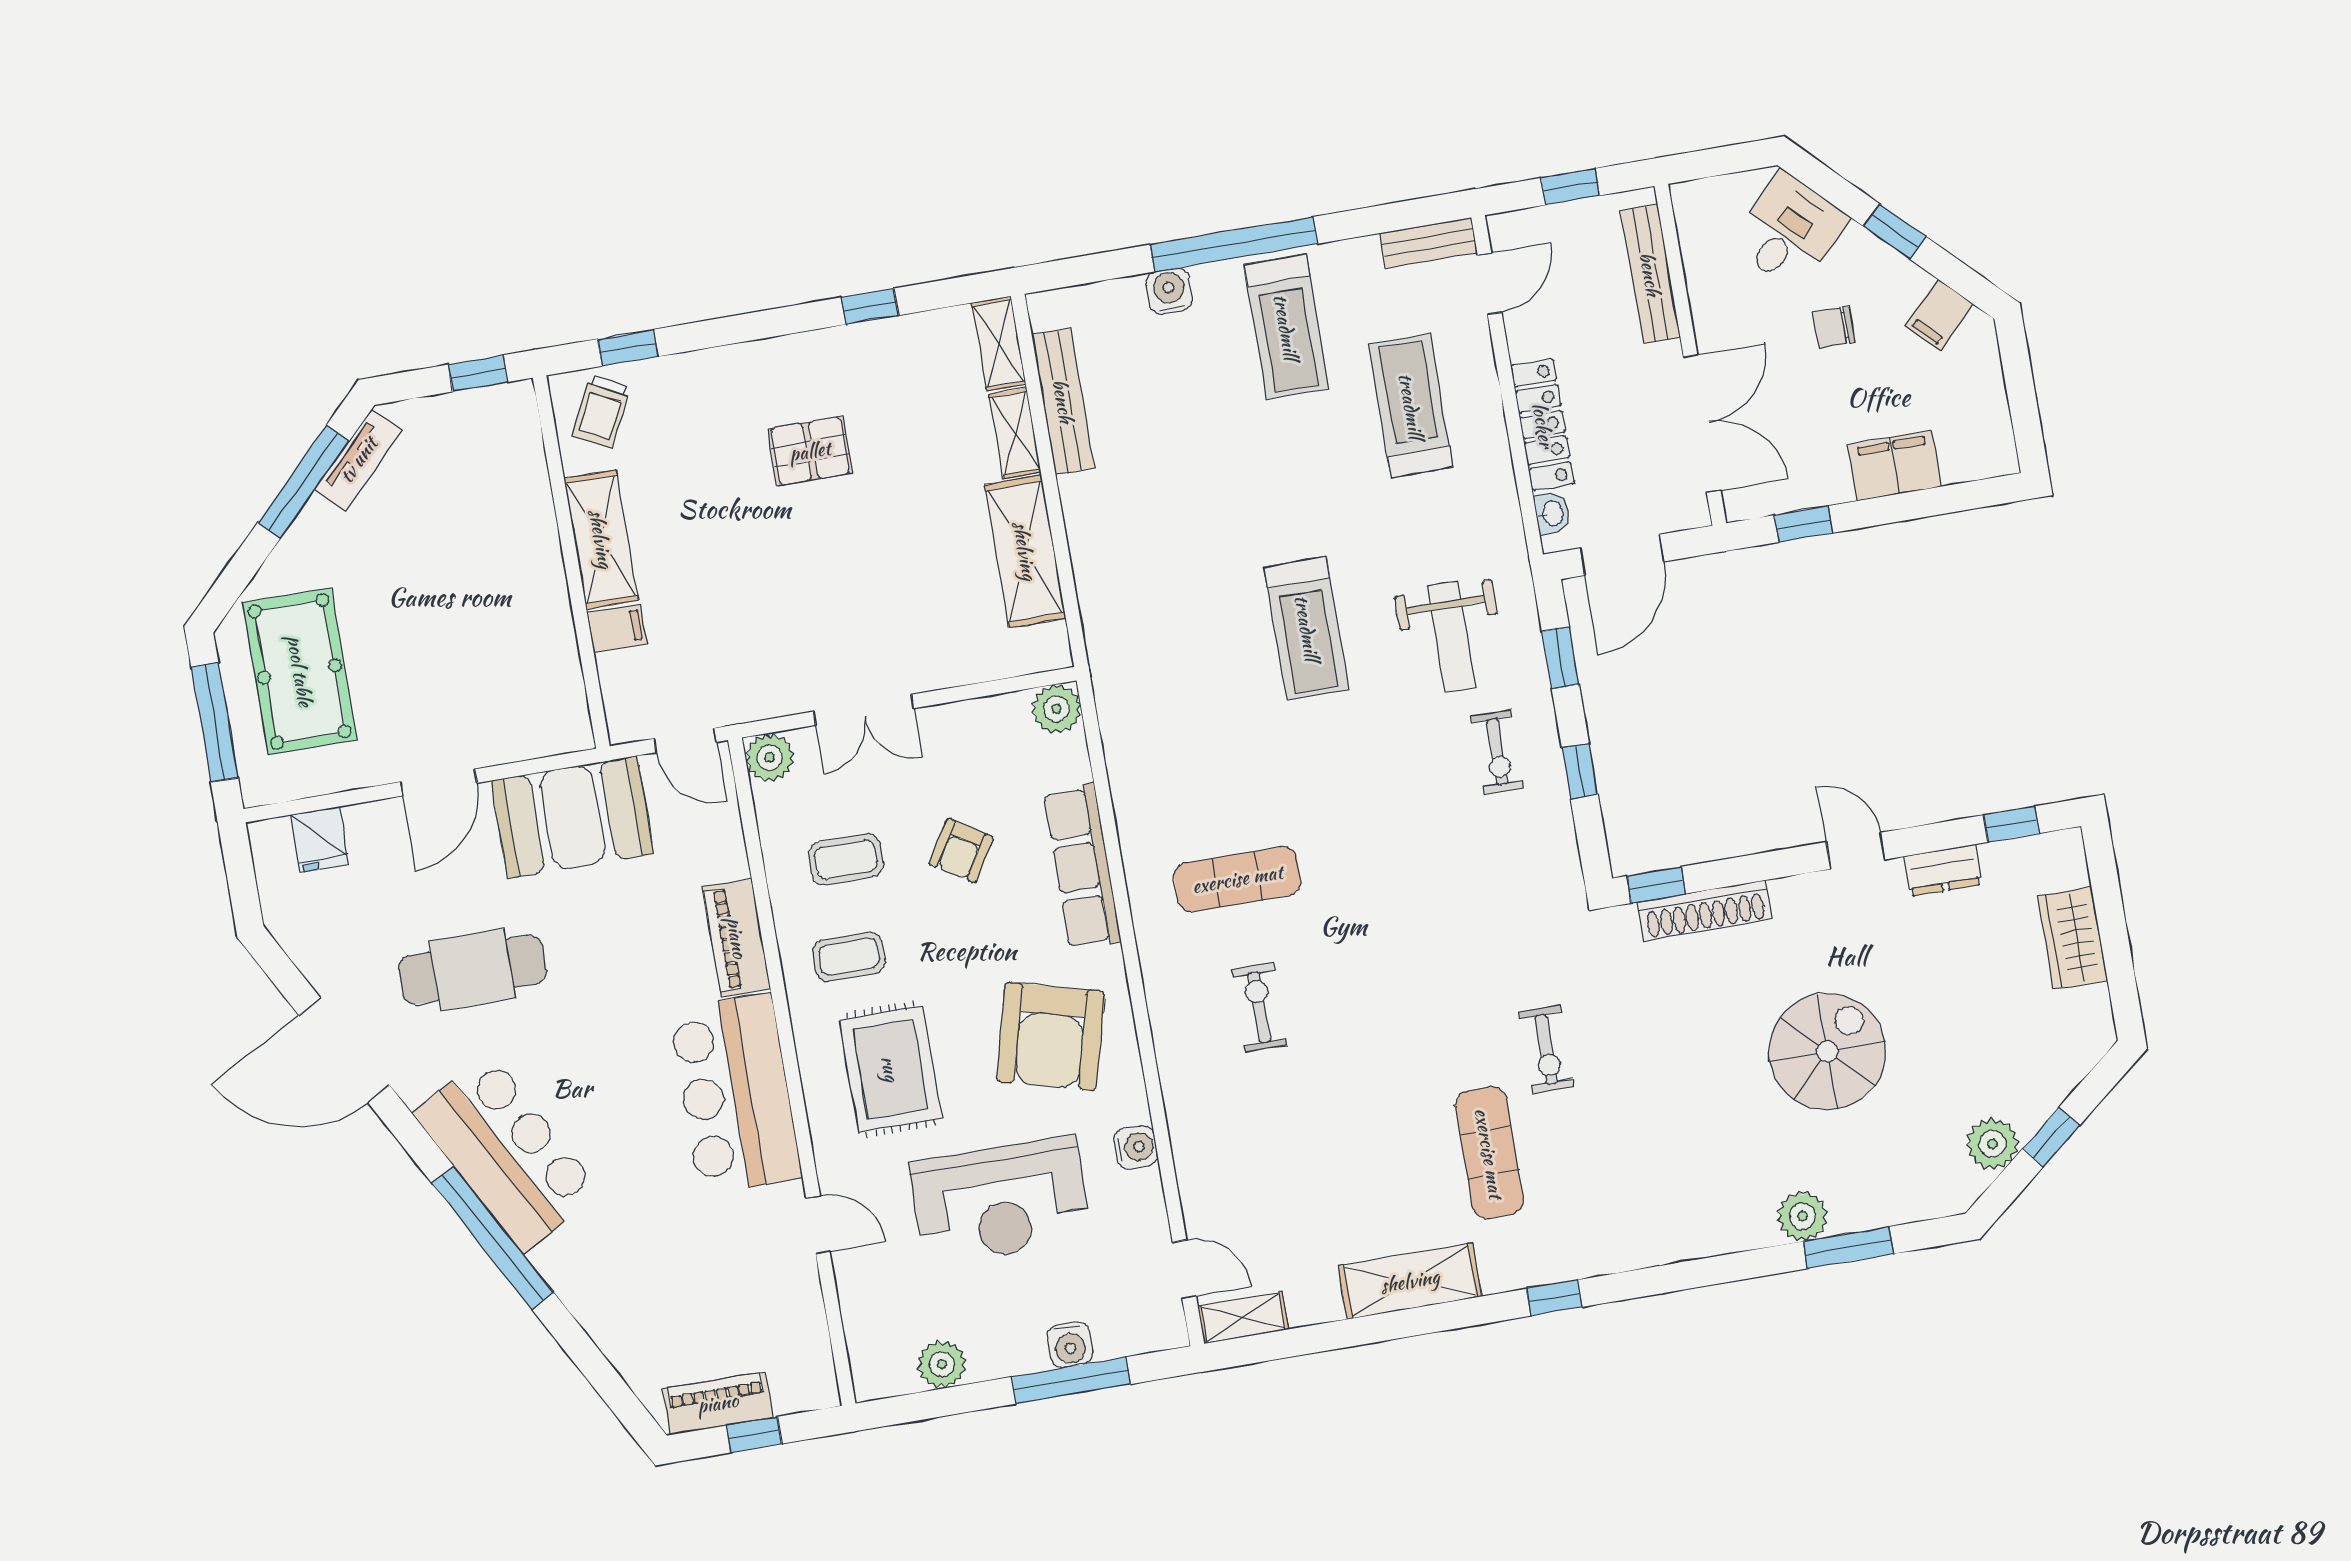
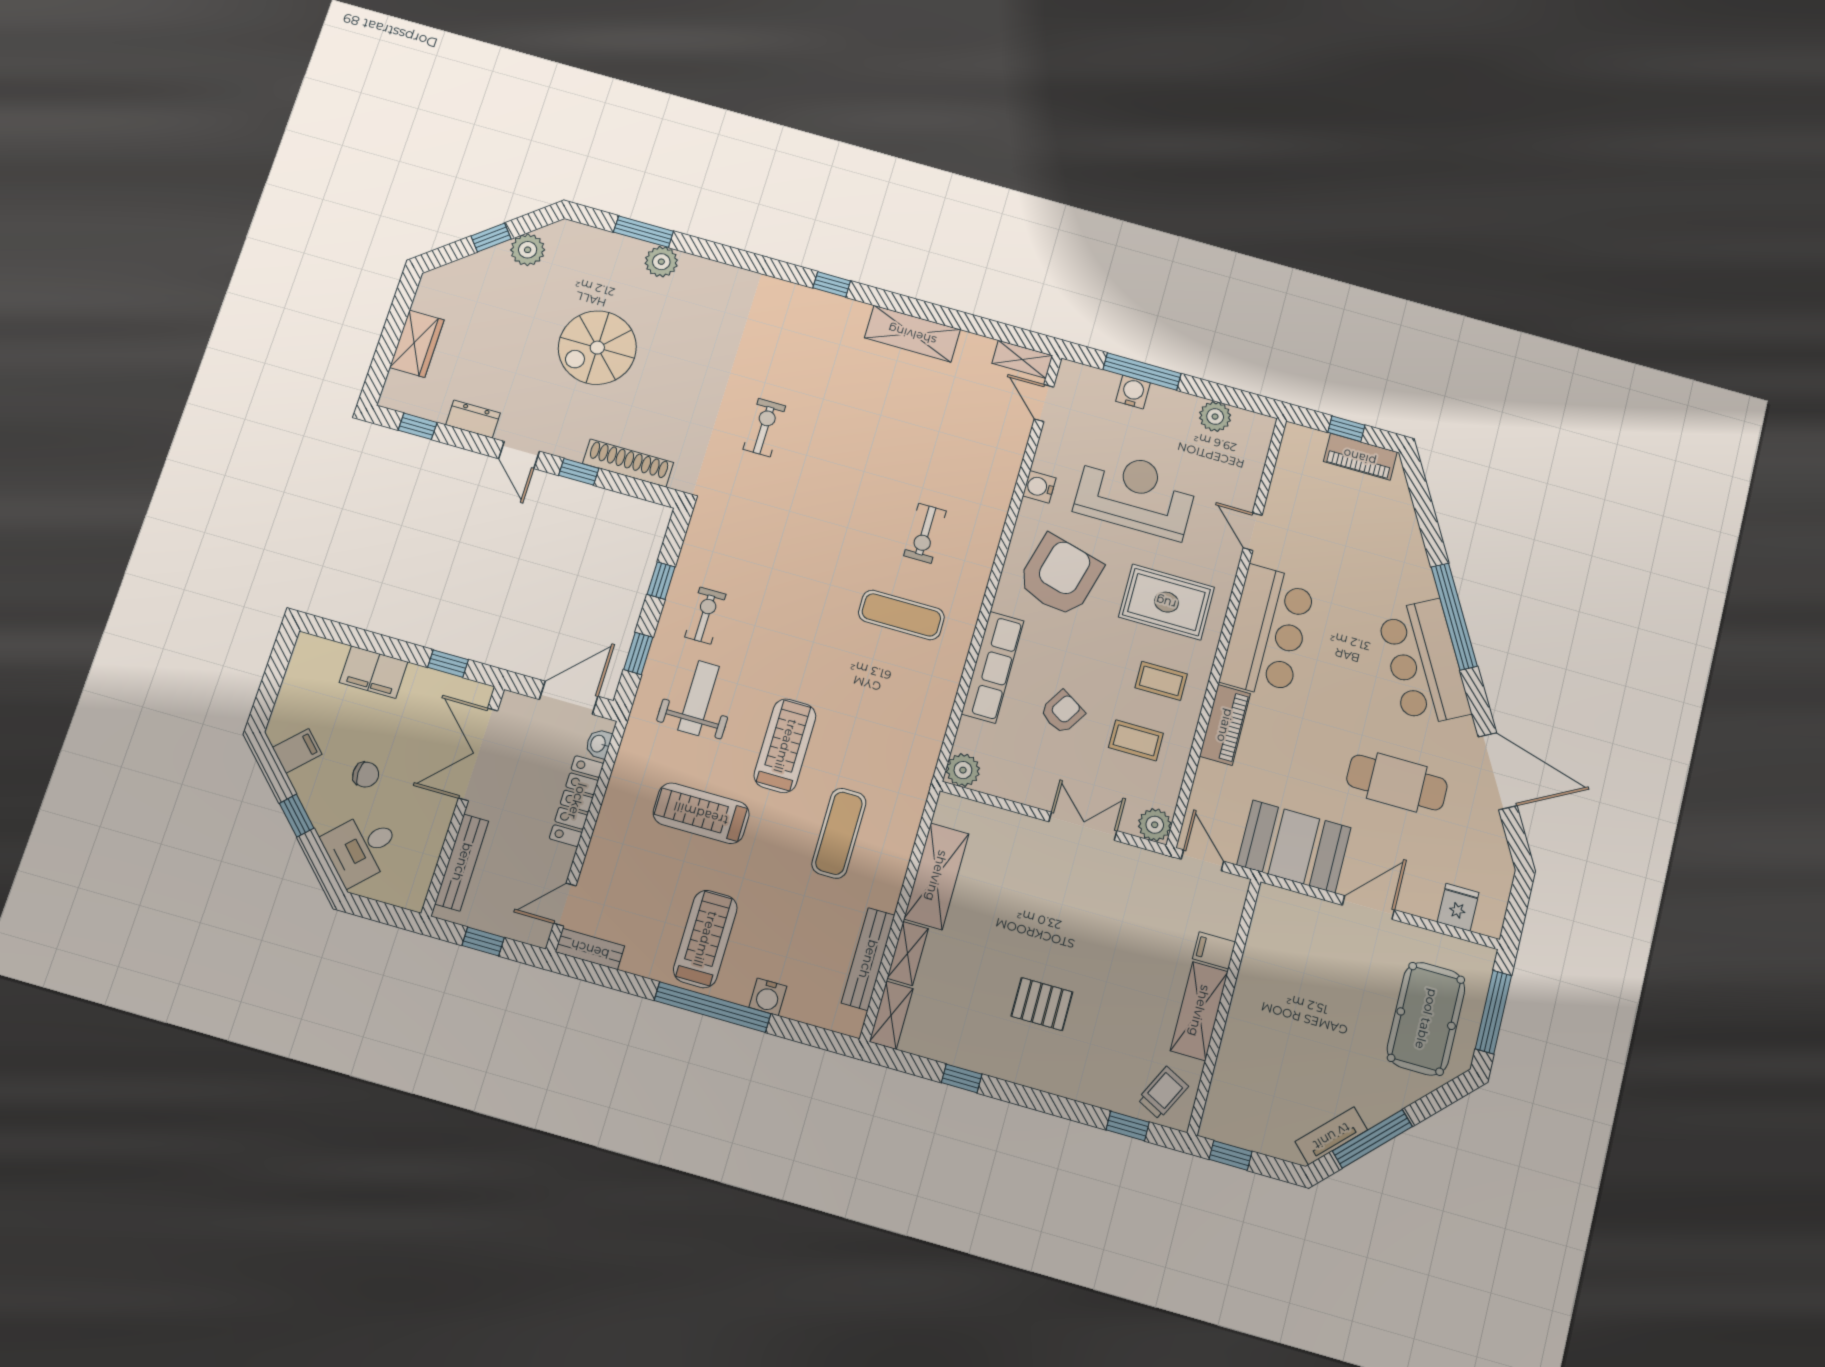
treadmill: (1411, 406) -> (701, 813), moved, turned 90
window: (1656, 885) -> (579, 472), moved
rug: (890, 1069) -> (1166, 602), turned 90
exercise mat: (1489, 1153) -> (839, 833), moved

